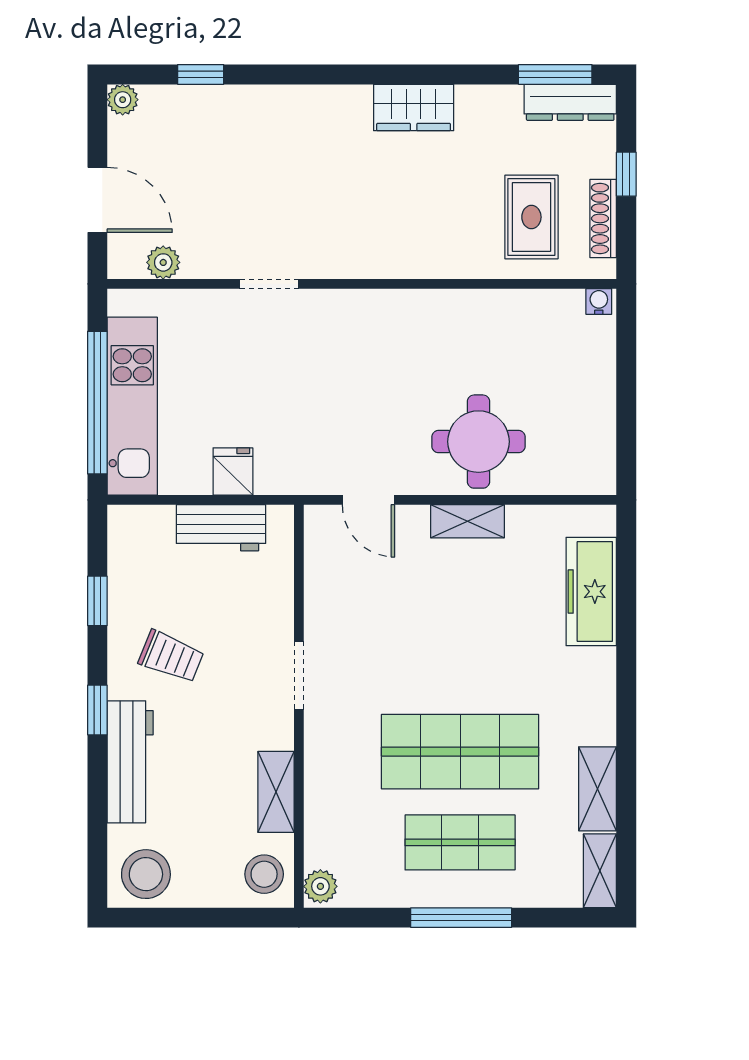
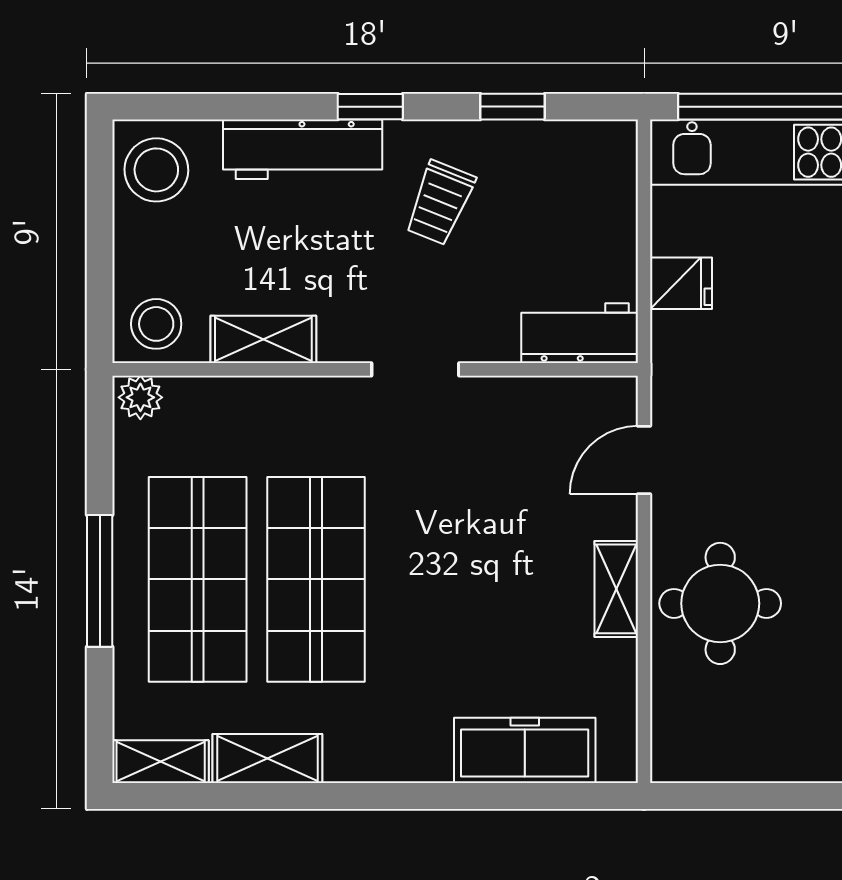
workbench: (221, 528) -> (580, 333), moved, turned 90
shop shelf: (460, 842) -> (198, 579), width x1.43, depth x1.36

